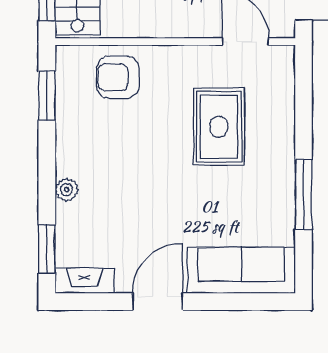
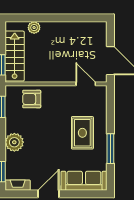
rug: (219, 127) -> (82, 133), moved
plant: (67, 190) -> (14, 142), width x1.87, depth x1.87

